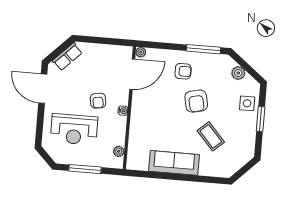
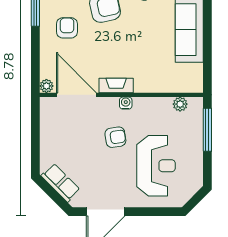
fireplace: (137, 105) -> (116, 85), added
window: (85, 169) -> (207, 130), moved

